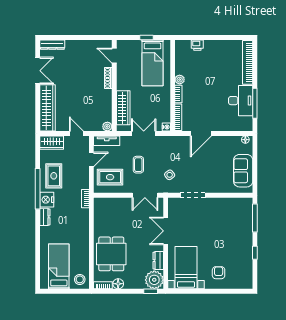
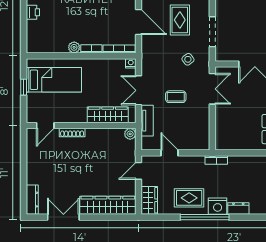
printer: (197, 45) -> (33, 12), moved
tv unit: (107, 141) -> (147, 121), moved
rug: (110, 177) -> (180, 20), moved

